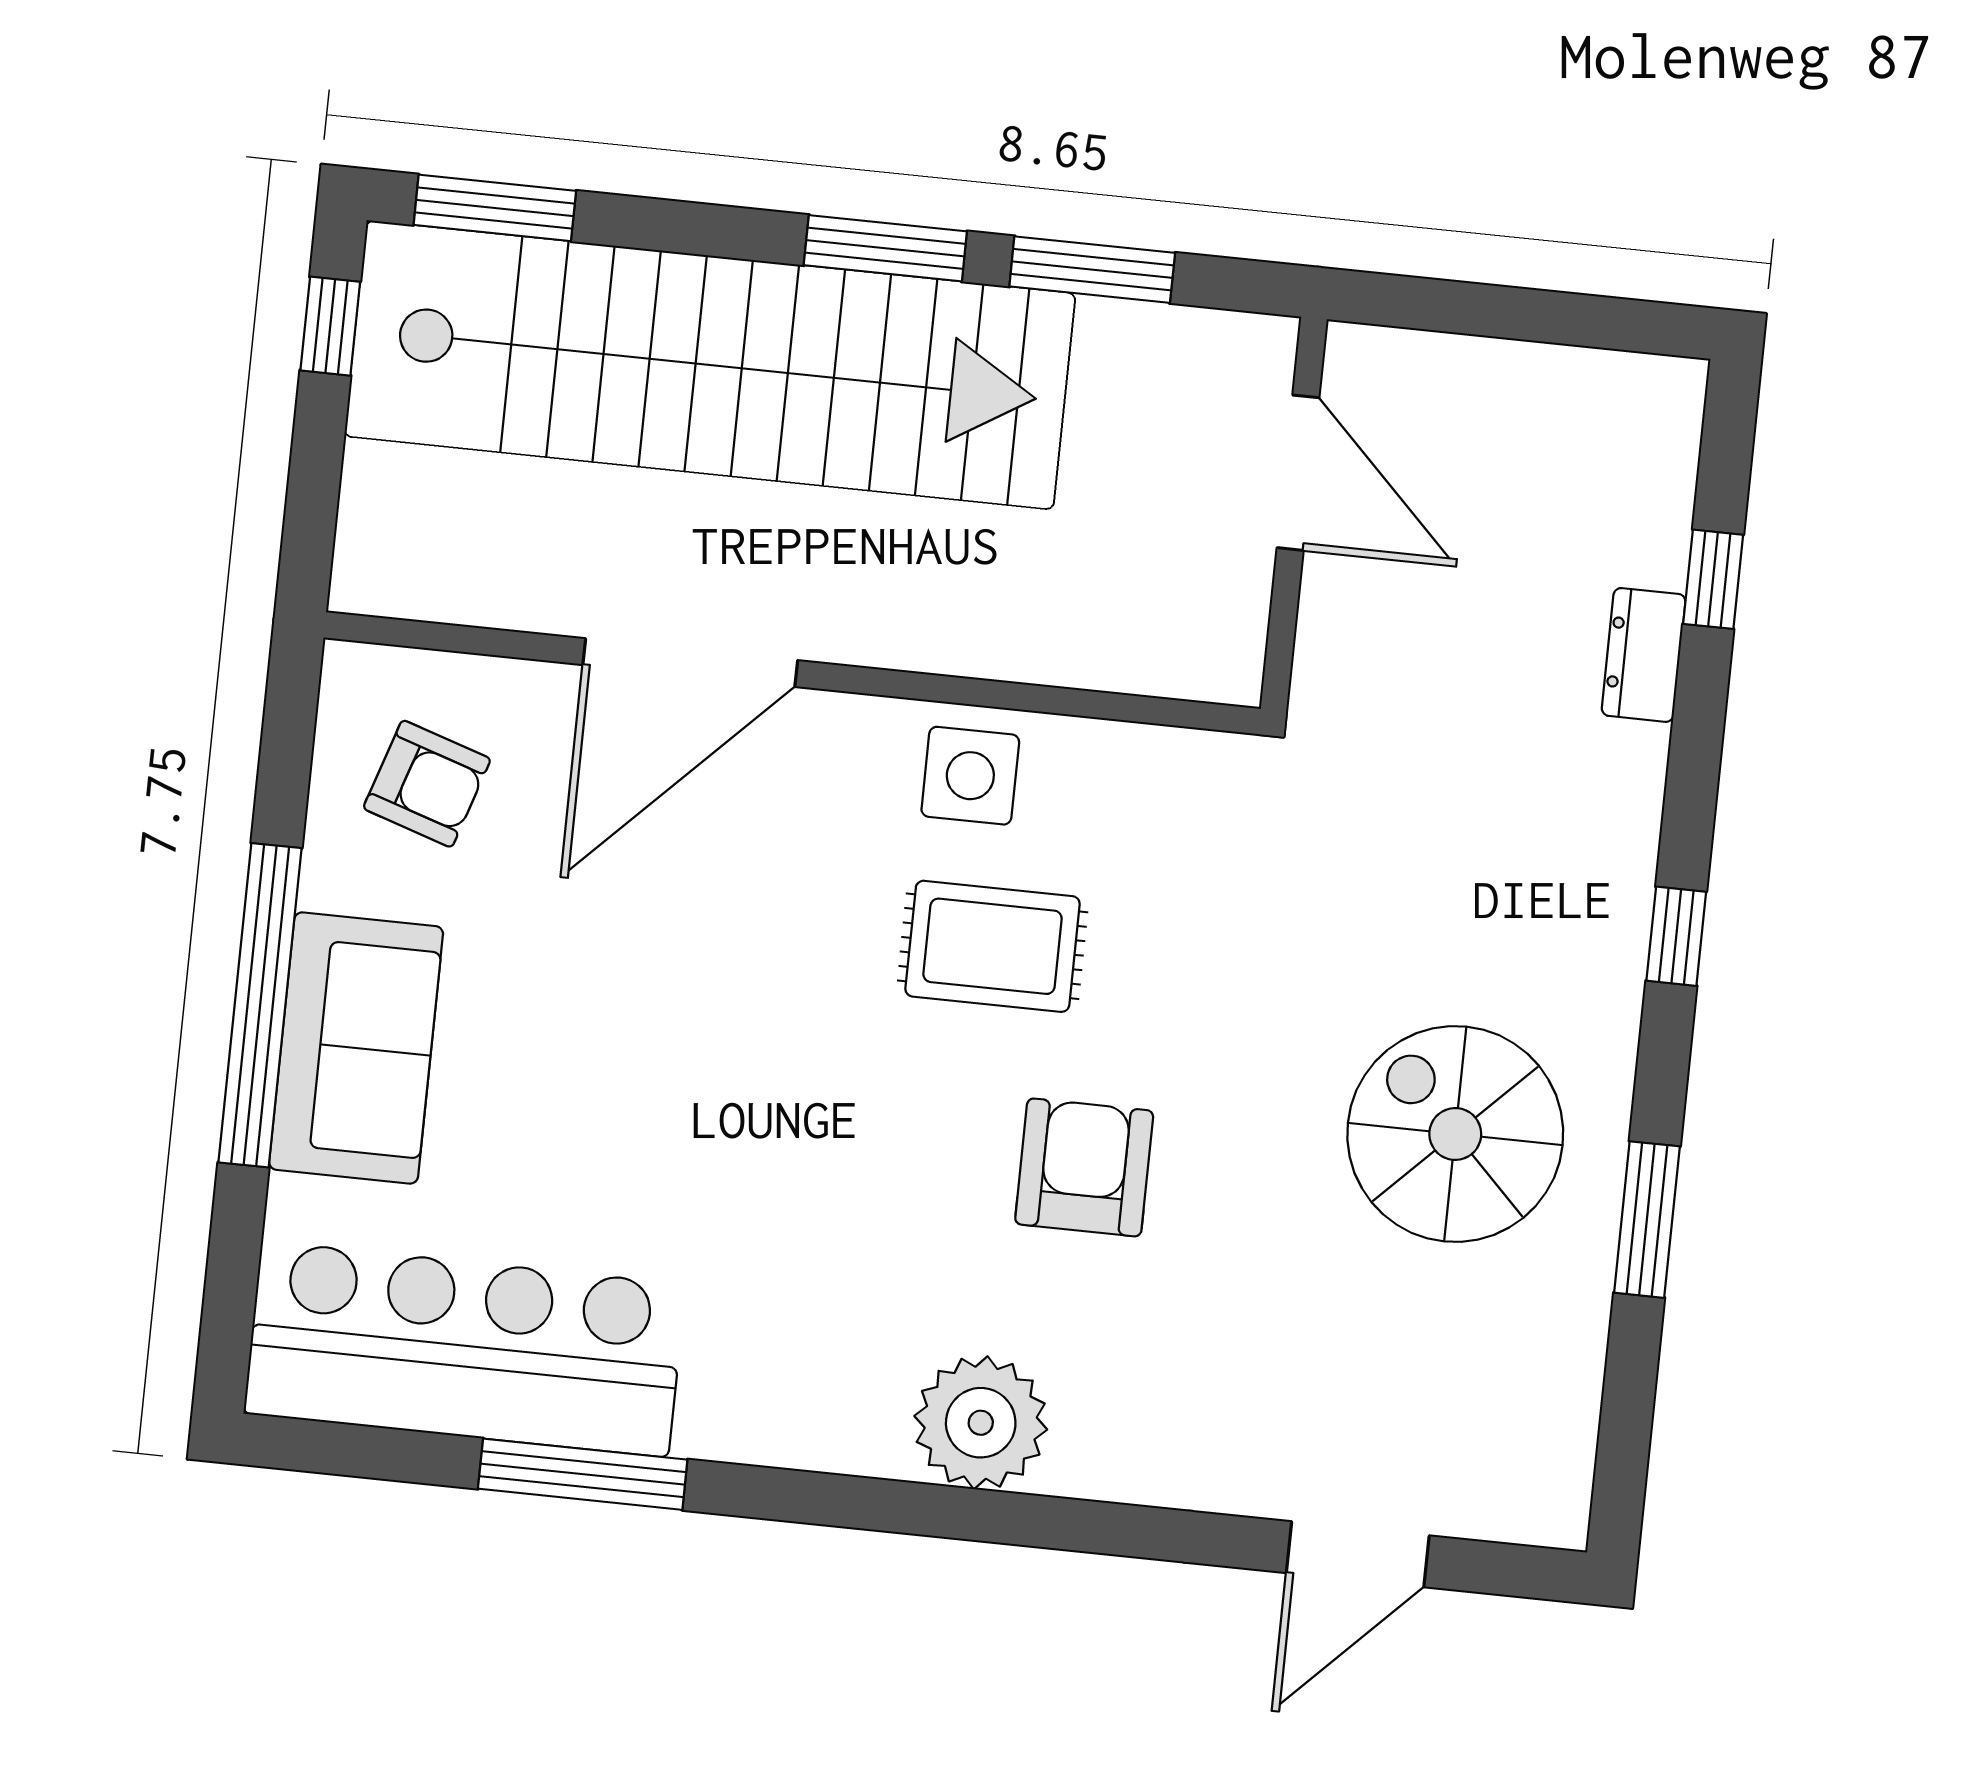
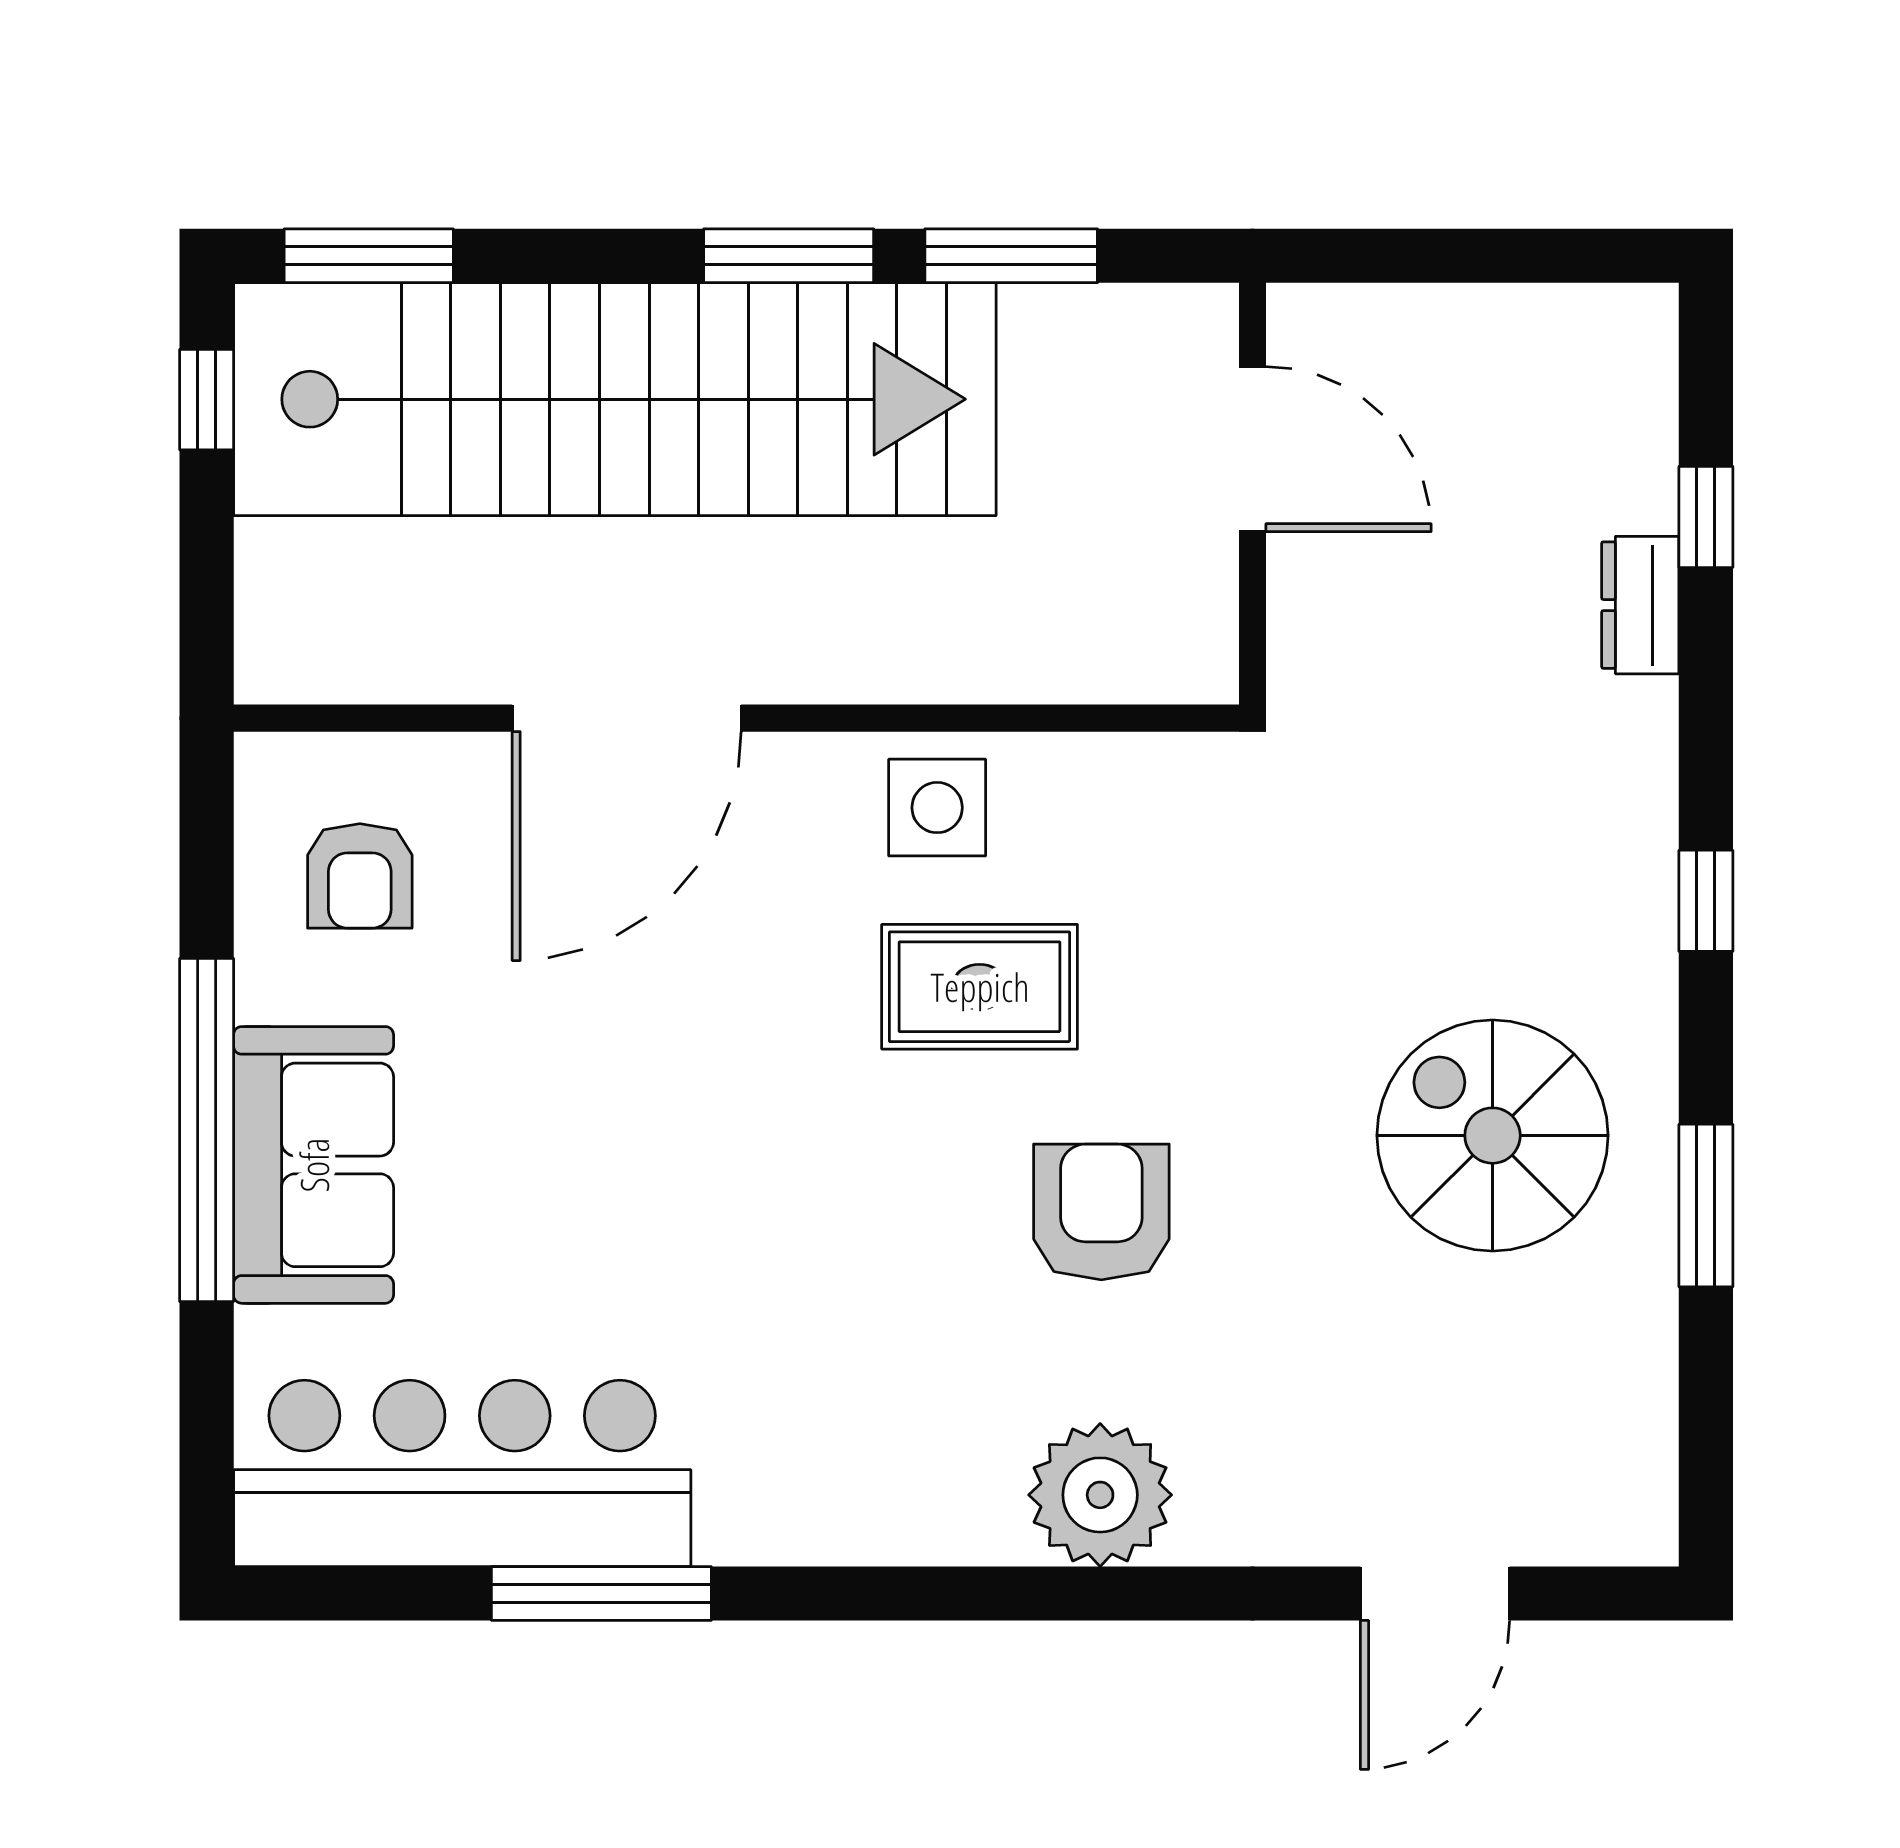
armchair: (427, 784) -> (360, 876), turned 72
plant: (981, 1423) -> (1100, 1495), moved

